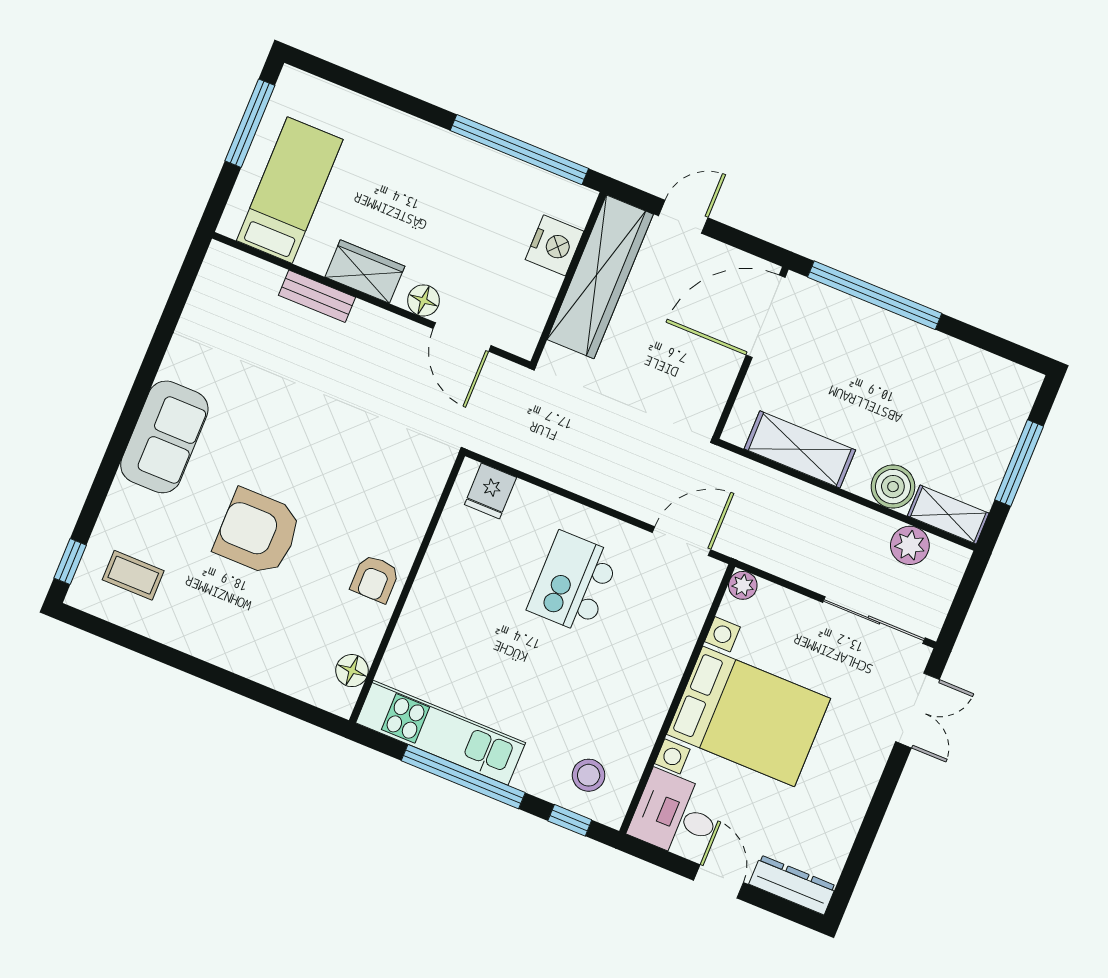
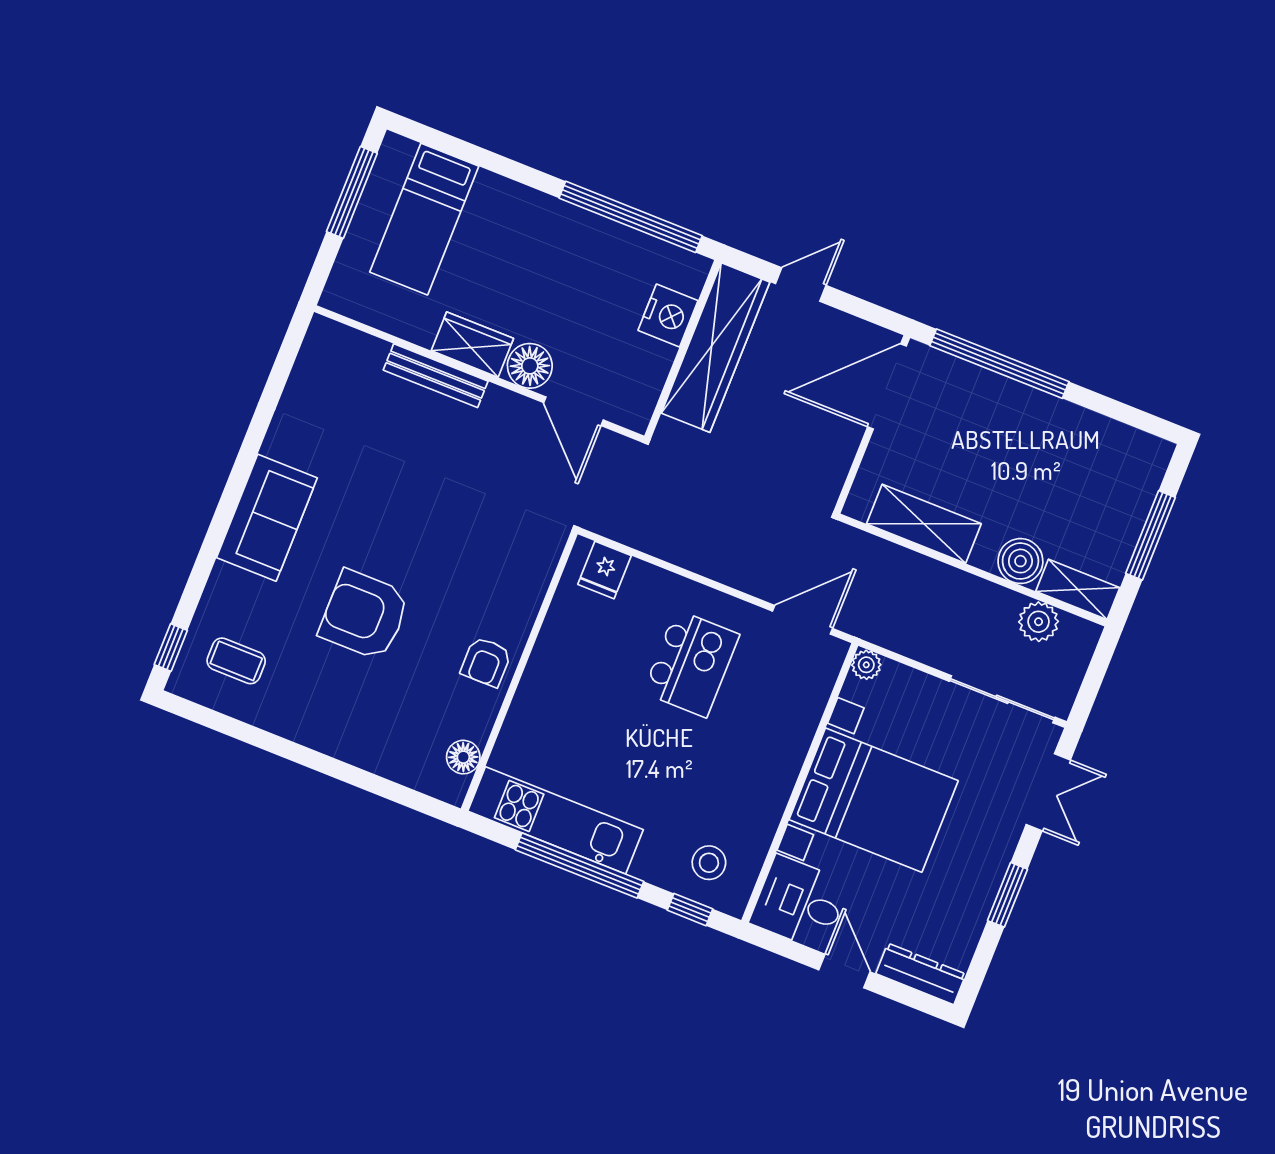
bed: (290, 190) -> (424, 219), moved, turned 180
bench: (317, 296) -> (436, 376), width x1.36
floor lamp: (423, 300) -> (530, 366), width x1.38, depth x1.38
kitchen island: (573, 582) -> (691, 663), turned 180
window: (877, 809) -> (1007, 895), added

